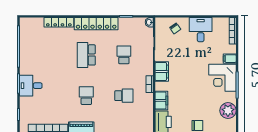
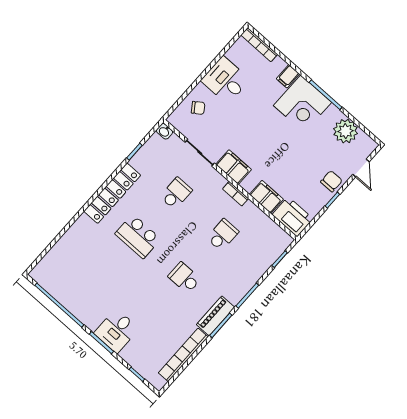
locker: (59, 22) -> (73, 235), removed
school desk: (124, 55) -> (176, 193), turned 90

